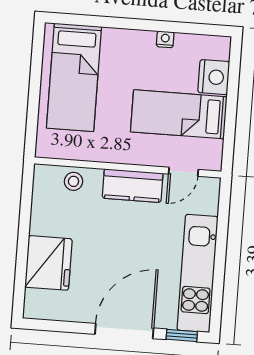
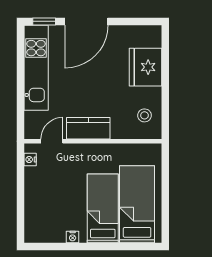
nightstand: (214, 77) -> (30, 160), moved, width x0.53, depth x0.56
bed: (179, 114) -> (103, 208), moved, turned -90
stool: (74, 181) -> (144, 115), moved

